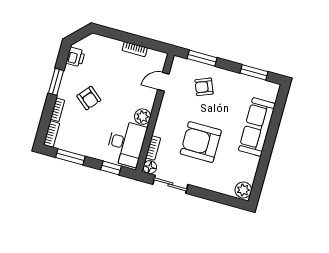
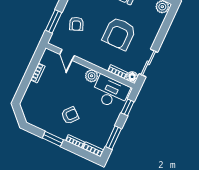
printer: (76, 57) -> (36, 120), removed

